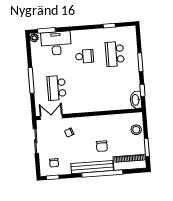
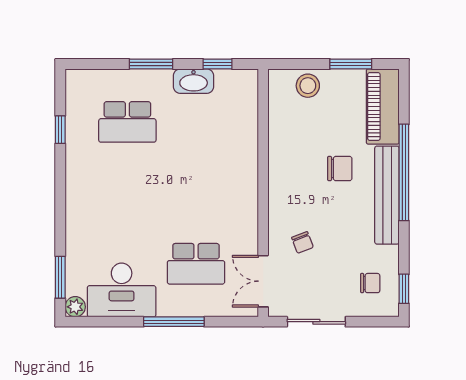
desk: (56, 43) -> (122, 290), moved, turned -90
school desk: (85, 56) -> (127, 193), removed
washbasin: (136, 100) -> (194, 81), moved

